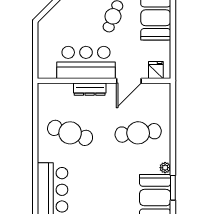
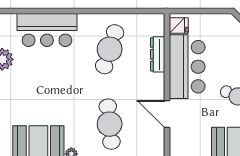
fridge: (156, 70) -> (179, 26), moved
dresser: (90, 89) -> (158, 54), moved

